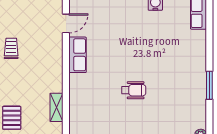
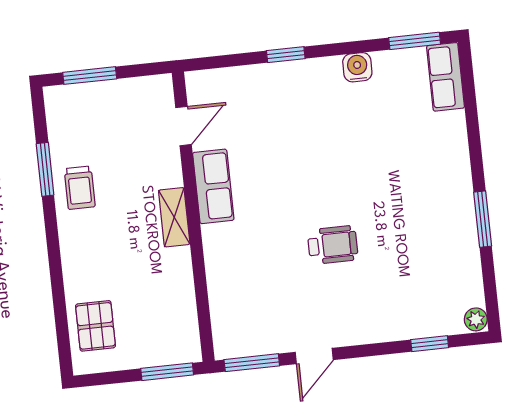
trolley: (11, 48) -> (80, 188), turned 180
shelving: (57, 107) -> (174, 217), moved

